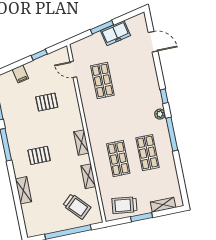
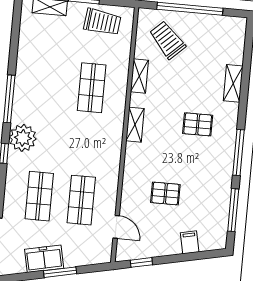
window: (39, 55) -> (141, 262), moved
plant: (160, 114) -> (23, 138), width x1.87, depth x1.87
shop shelf: (147, 153) -> (39, 196), moved

